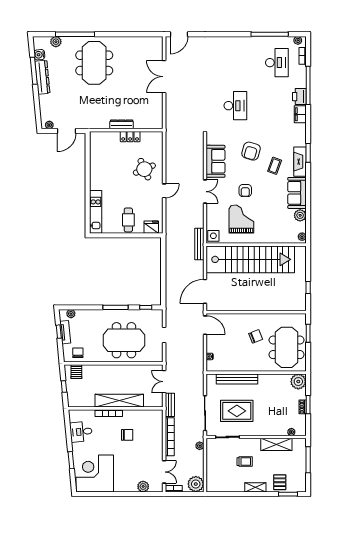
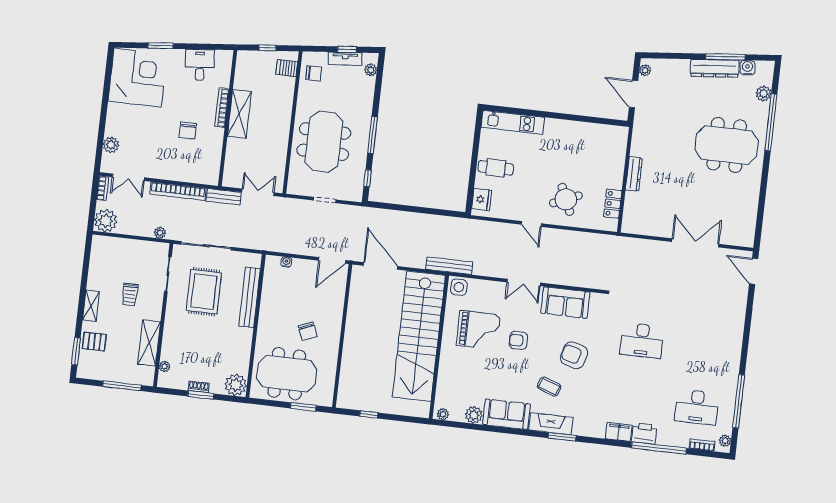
locker: (130, 137) -> (613, 204), moved
shelving: (119, 401) -> (239, 114), width x0.68

